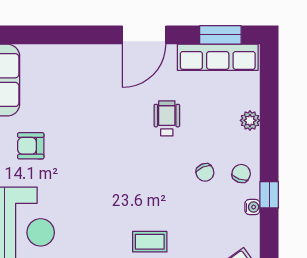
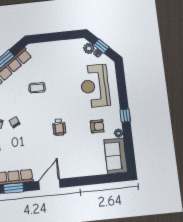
wheelchair: (167, 118) -> (59, 127), moved

